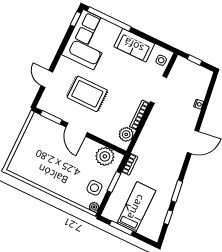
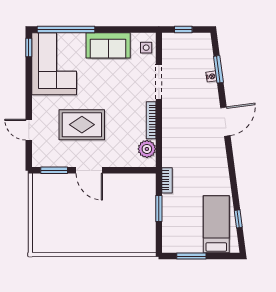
plant: (105, 156) -> (135, 185), removed
side table: (94, 188) -> (140, 225), removed
window: (177, 191) -> (218, 69), moved
plant: (94, 207) -> (150, 247), removed
bed: (136, 207) -> (216, 224), moved

